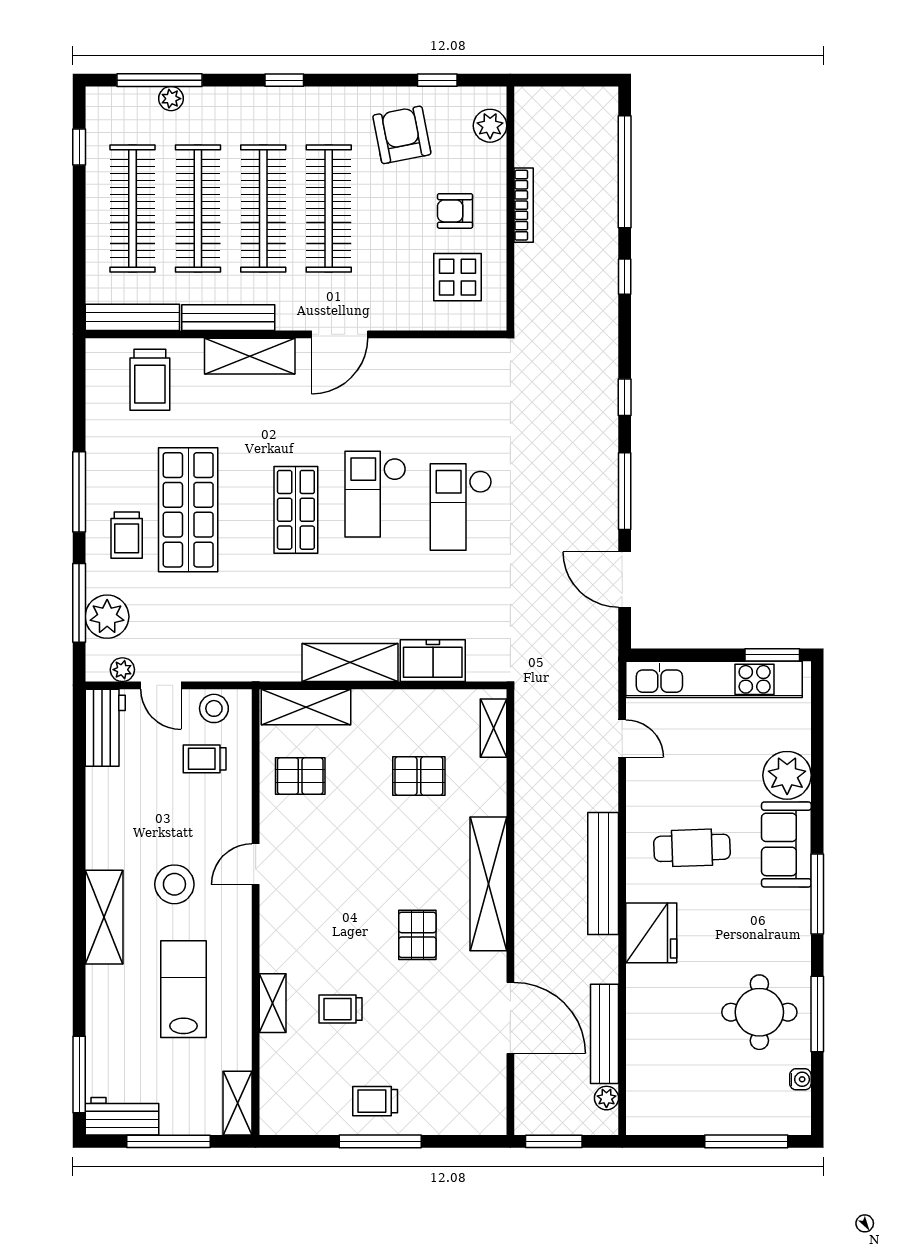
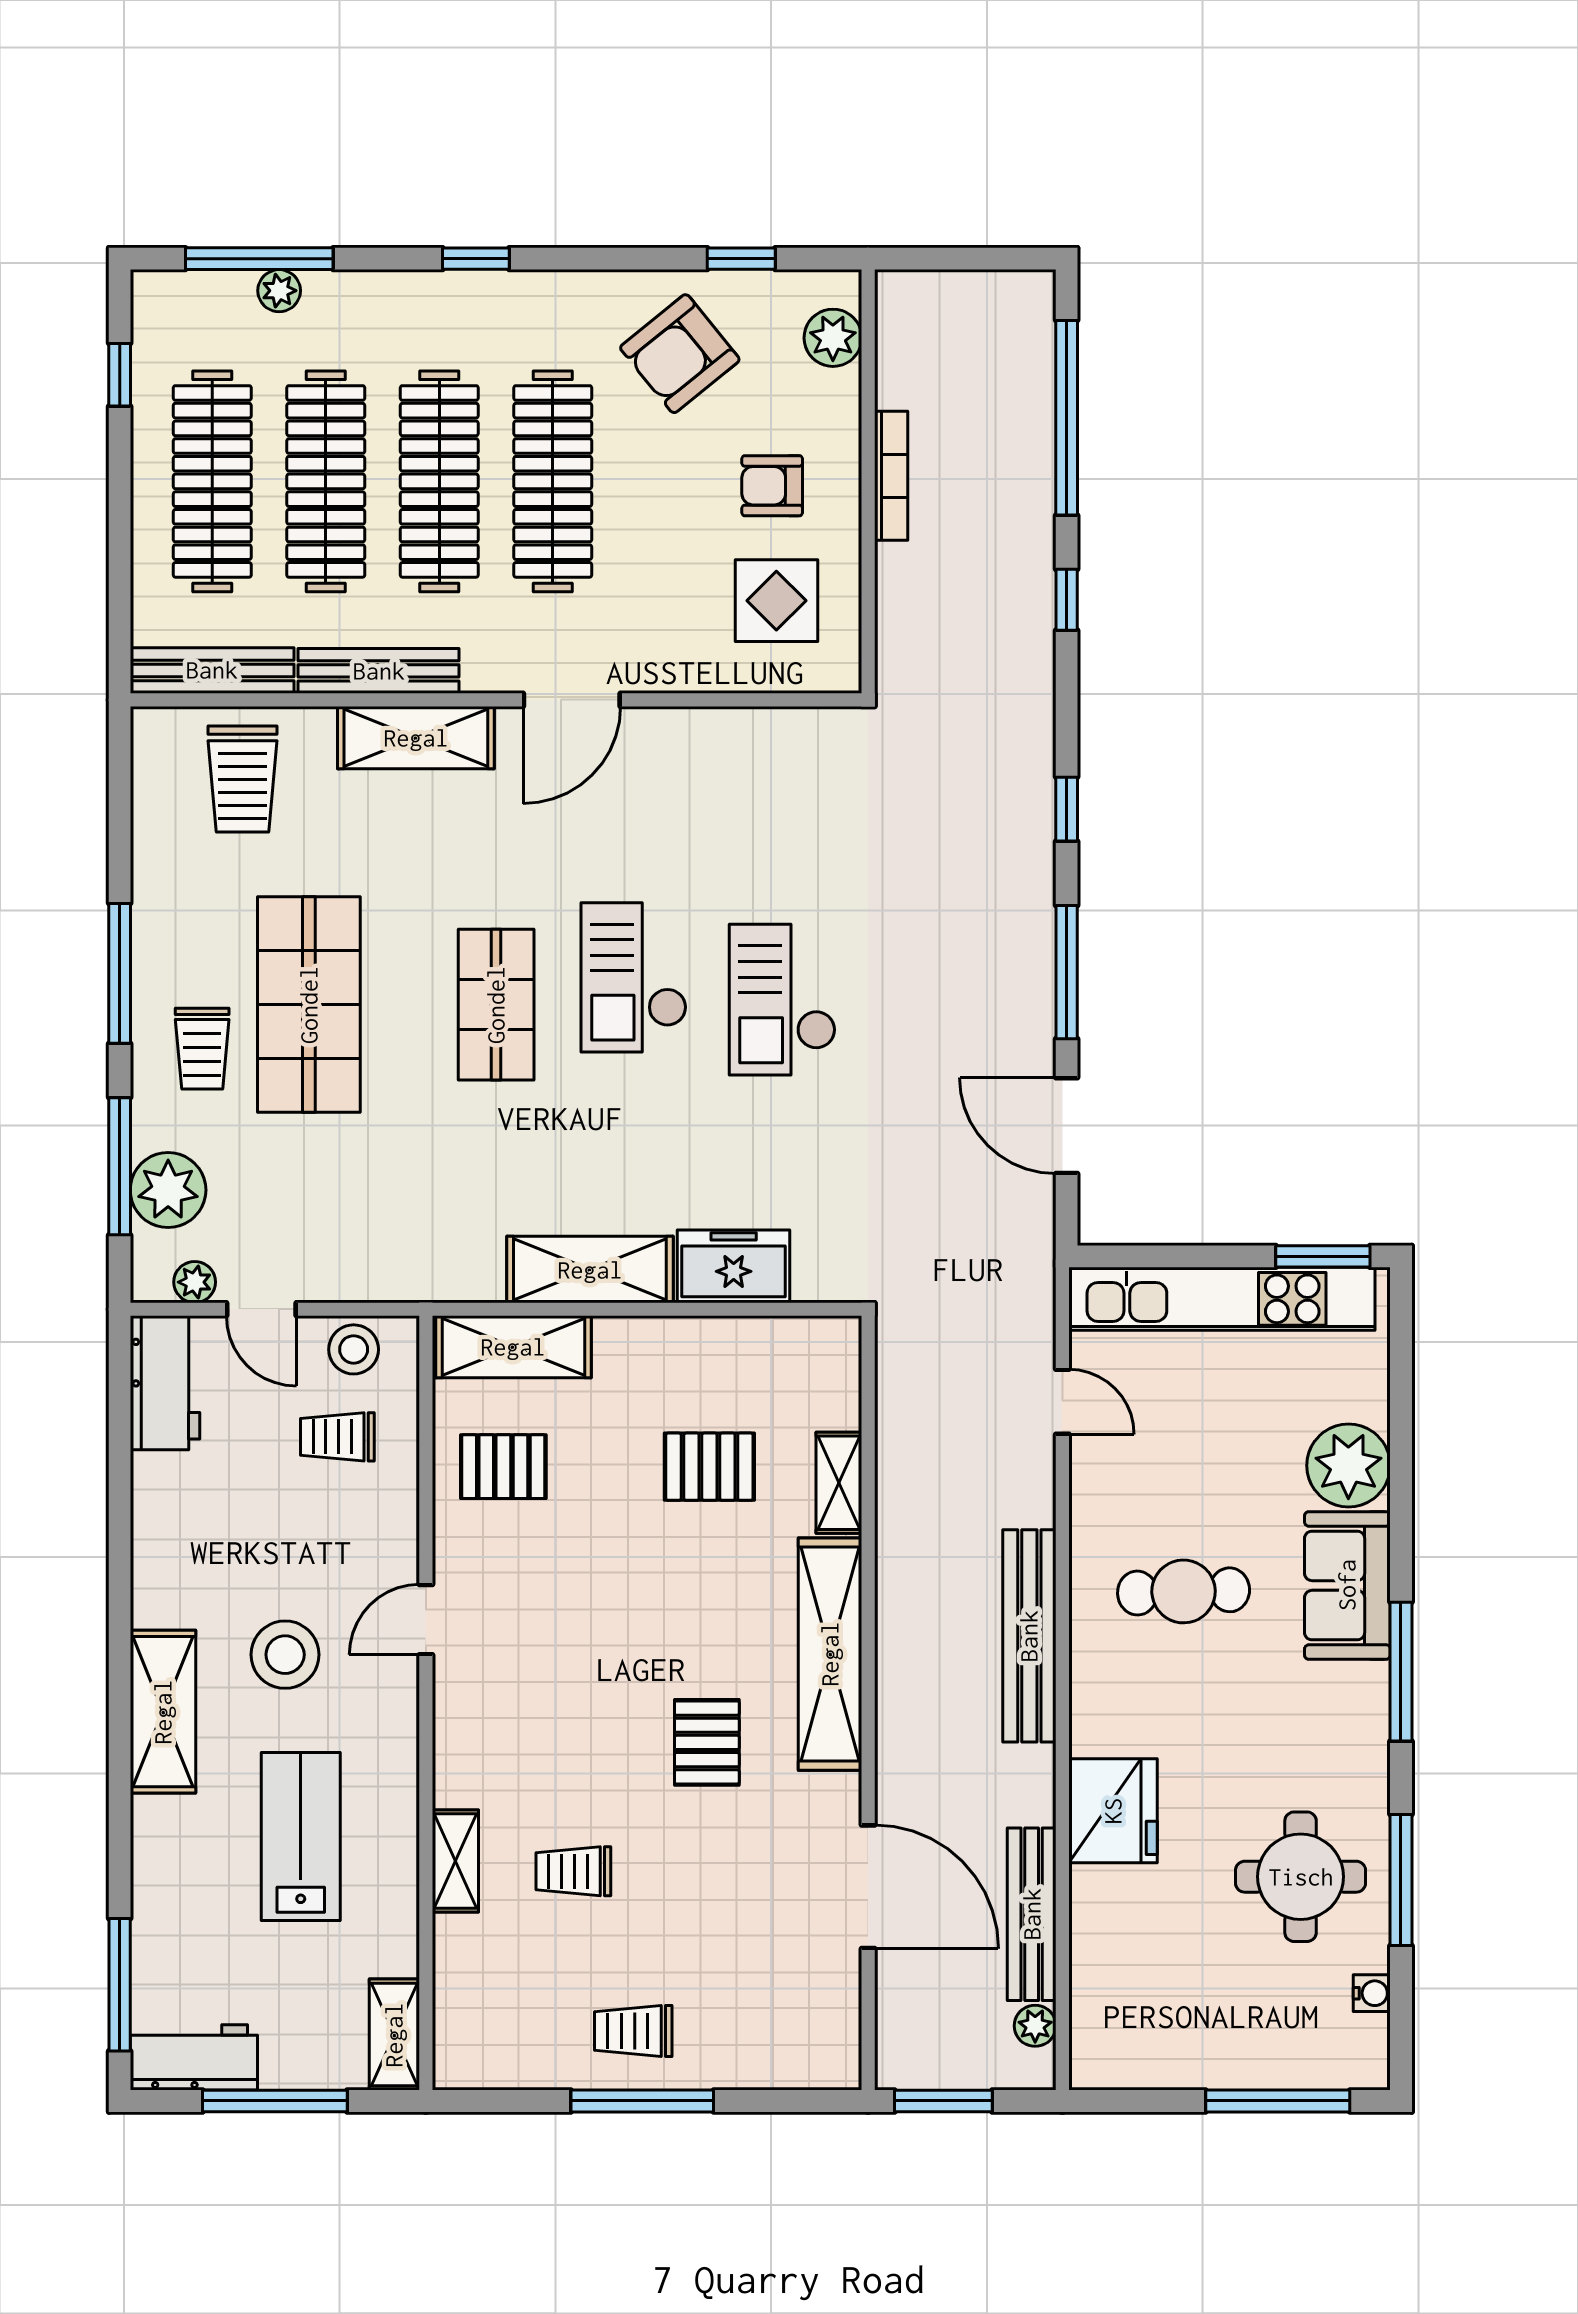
armchair: (402, 135) -> (680, 354), turned -118
shelving: (493, 728) -> (839, 1483), moved
fridge: (651, 933) -> (1113, 1811), moved

